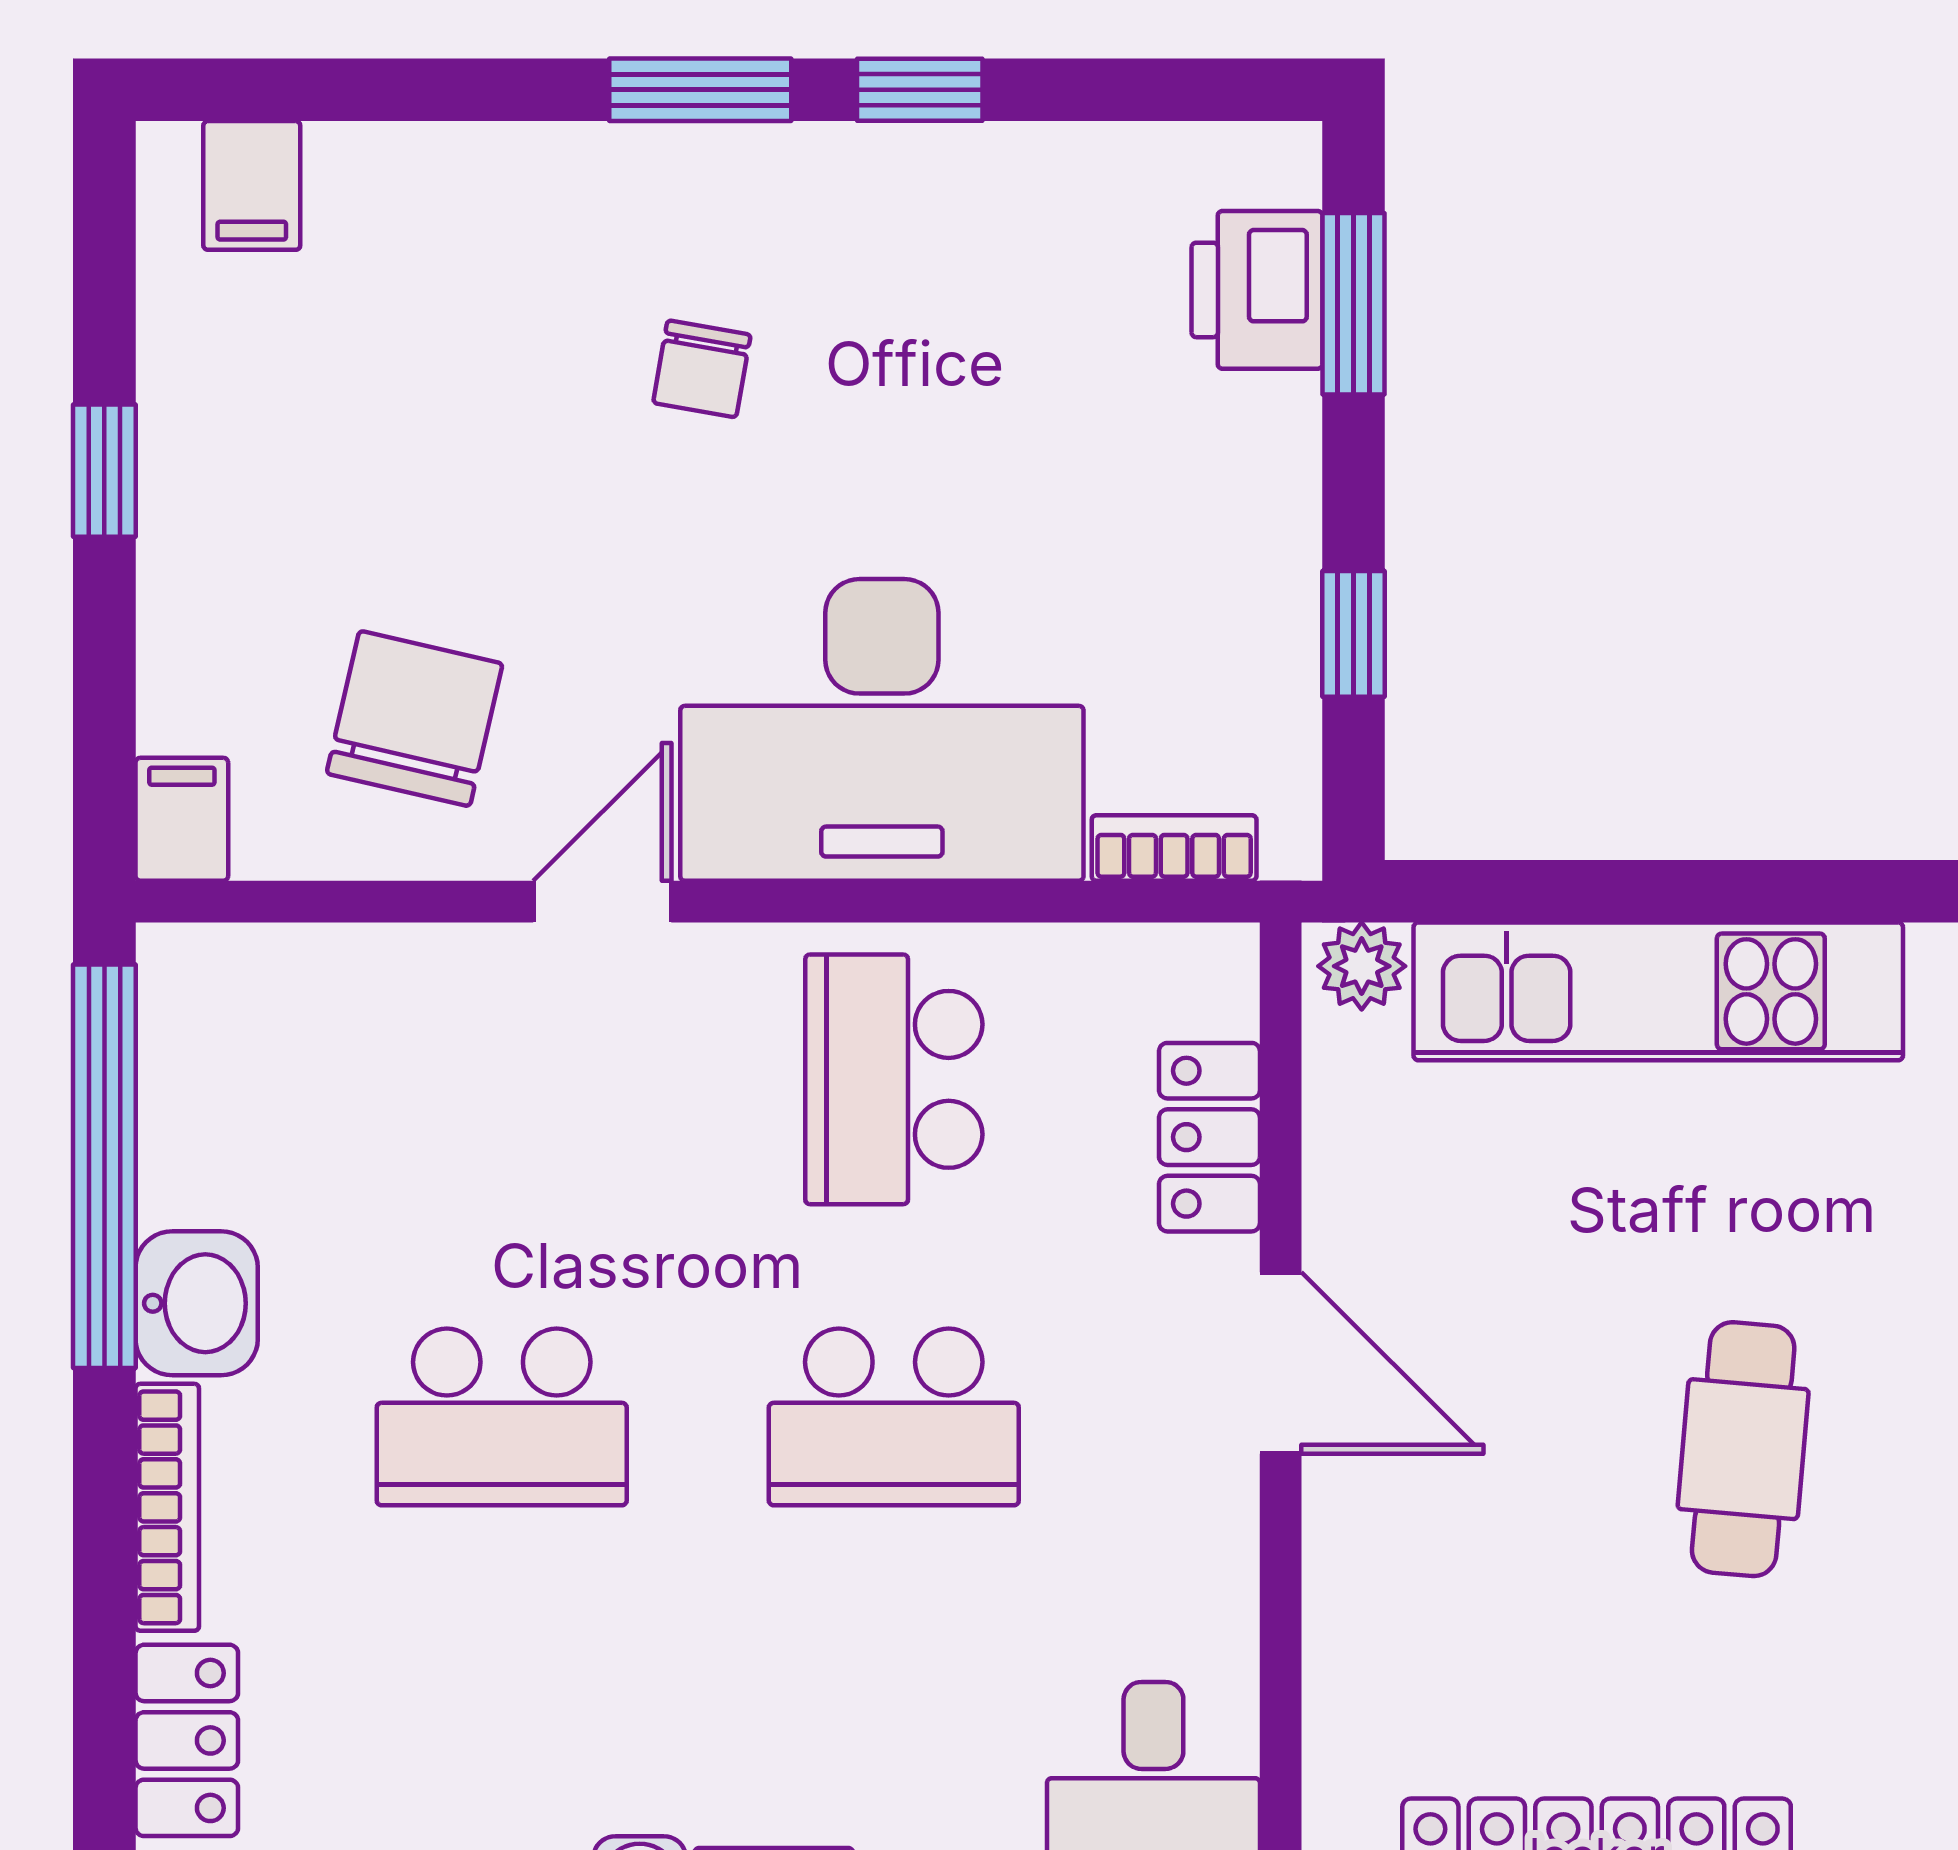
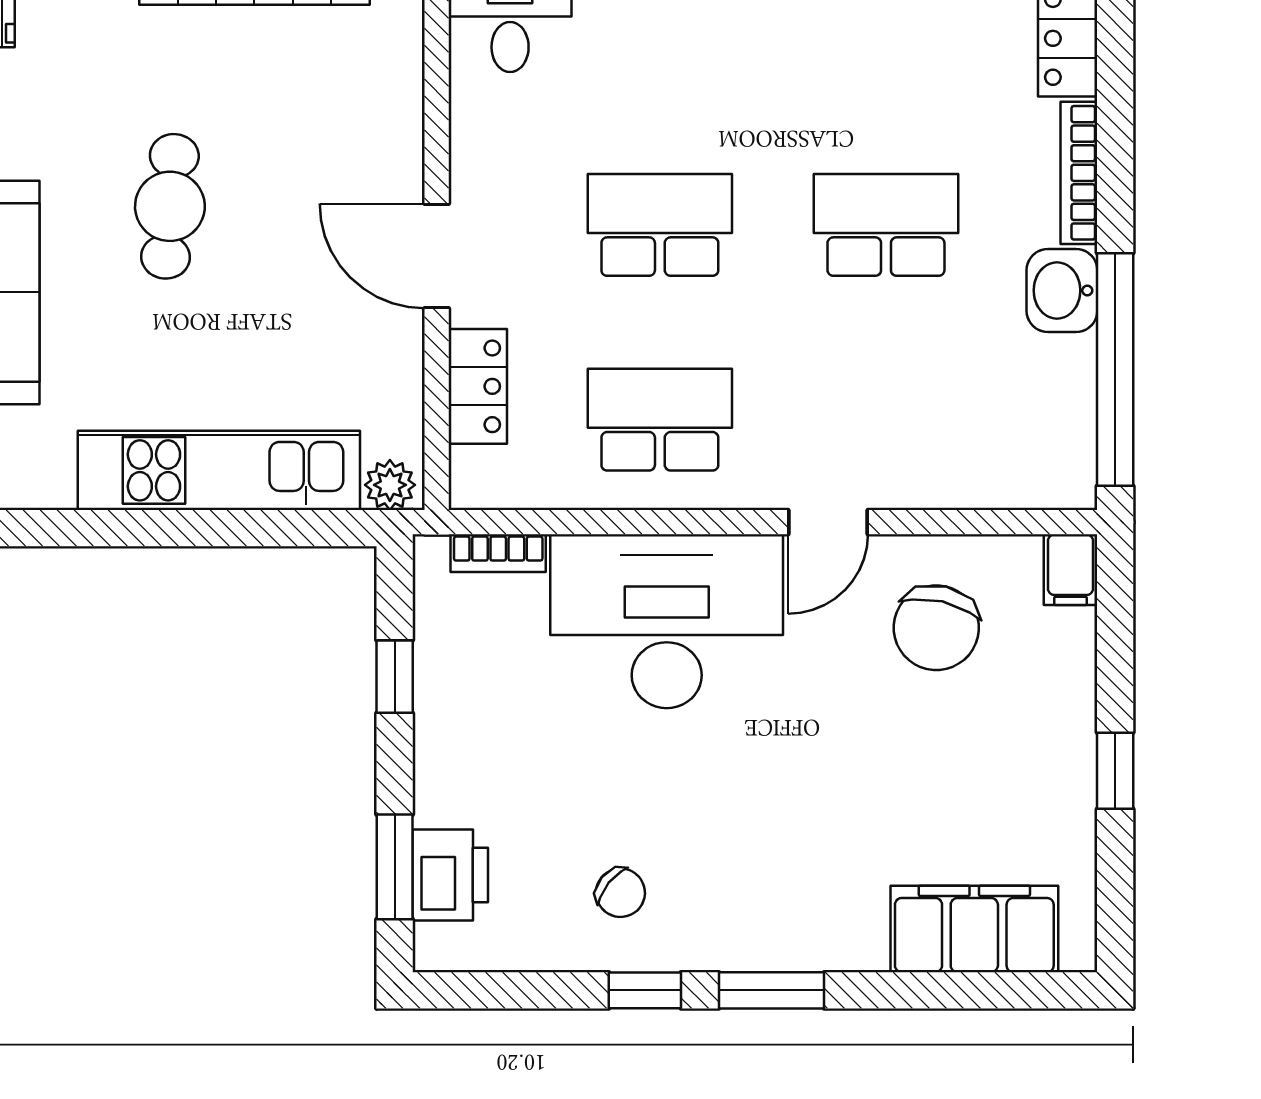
filing cabinet: (252, 185) -> (974, 929), width x3.00, depth x1.17
chair: (702, 369) -> (620, 893), moved, turned 119
school desk: (894, 1079) -> (660, 420), turned -90

